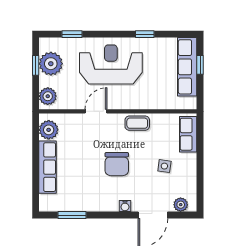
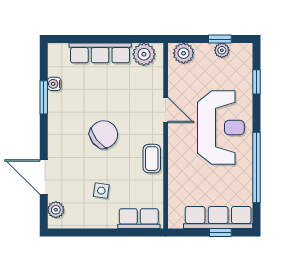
window: (145, 34) -> (257, 167), width x3.17
plant: (51, 64) -> (222, 50), width x0.53, depth x0.53
chair: (117, 164) -> (104, 134), turned 142
water cooler: (125, 206) -> (54, 84), moved
window: (72, 215) -> (44, 97), moved

